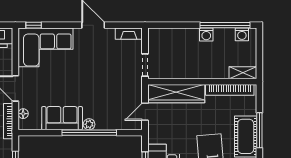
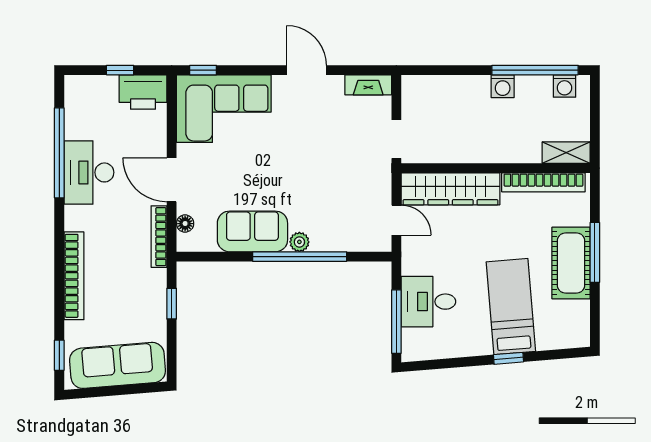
door: (145, 112) -> (396, 220), swing flipped

